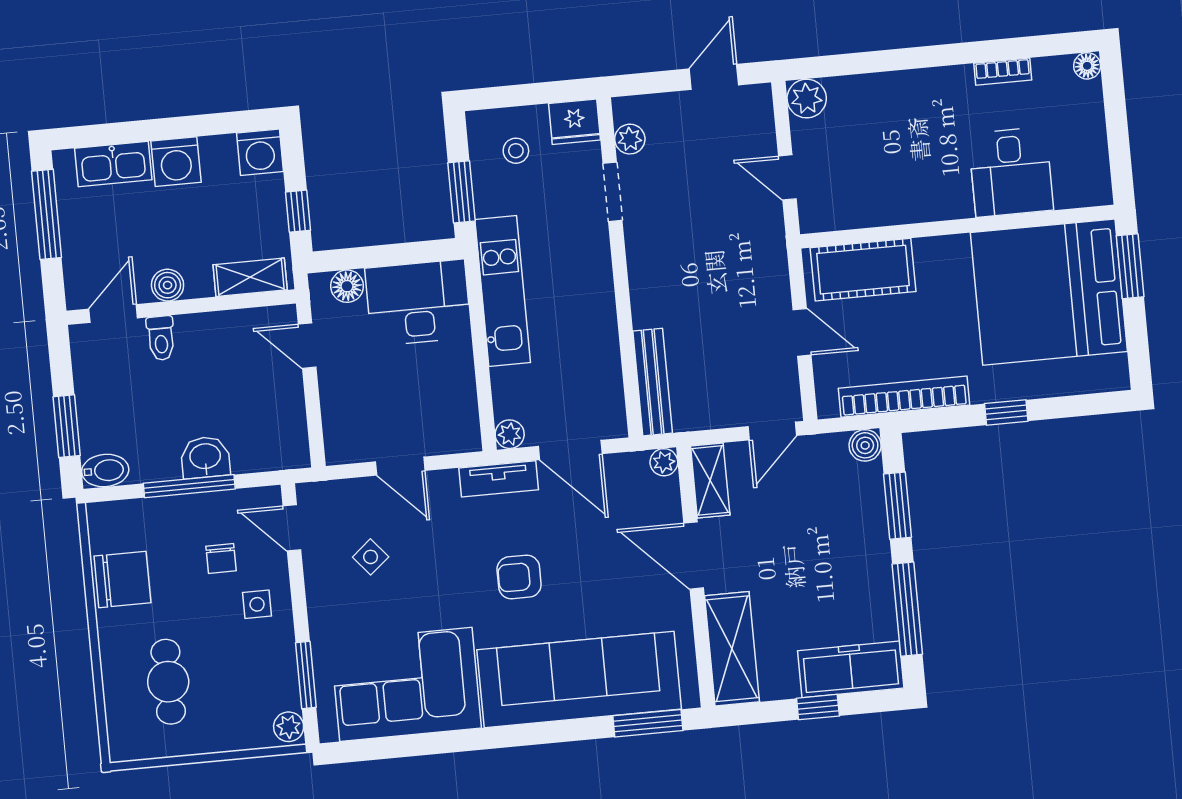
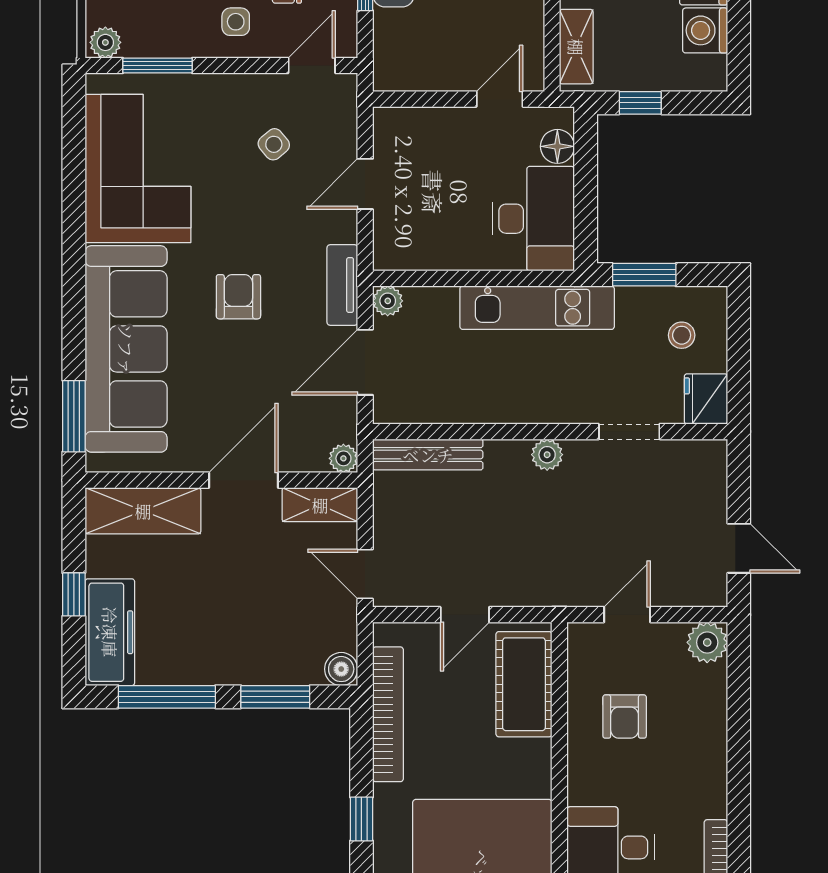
plant: (630, 139) -> (547, 455), moved
washing machine: (260, 152) -> (705, 30), moved
armchair: (885, 171) -> (625, 717), added

